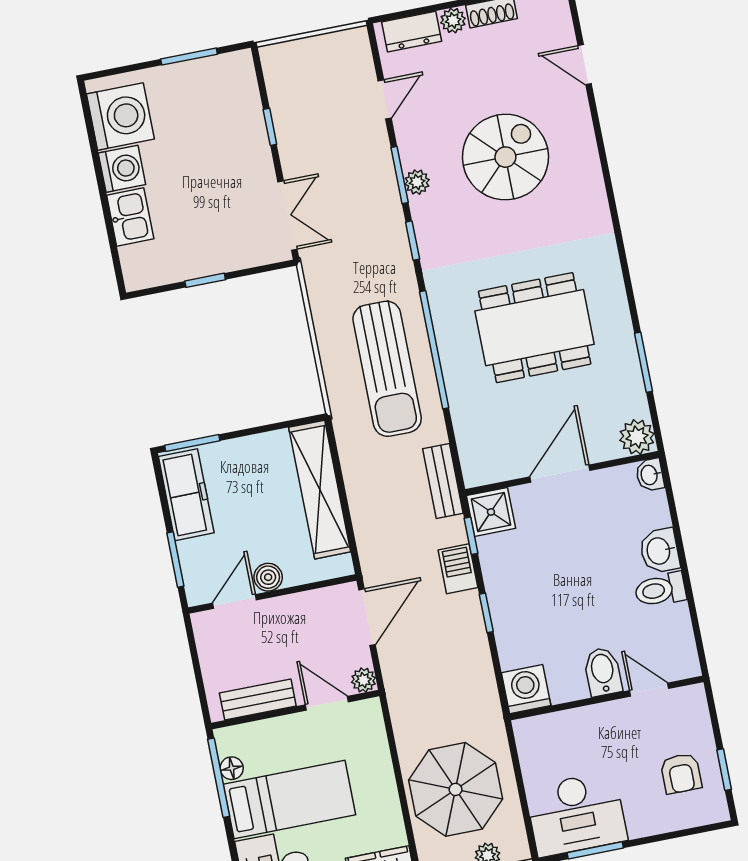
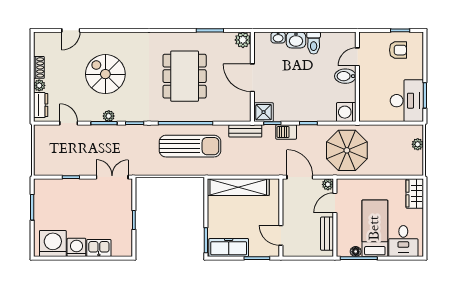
washbasin: (650, 475) -> (278, 37), moved
boiler: (268, 577) -> (273, 218), removed
parasol: (456, 789) -> (347, 150), moved

